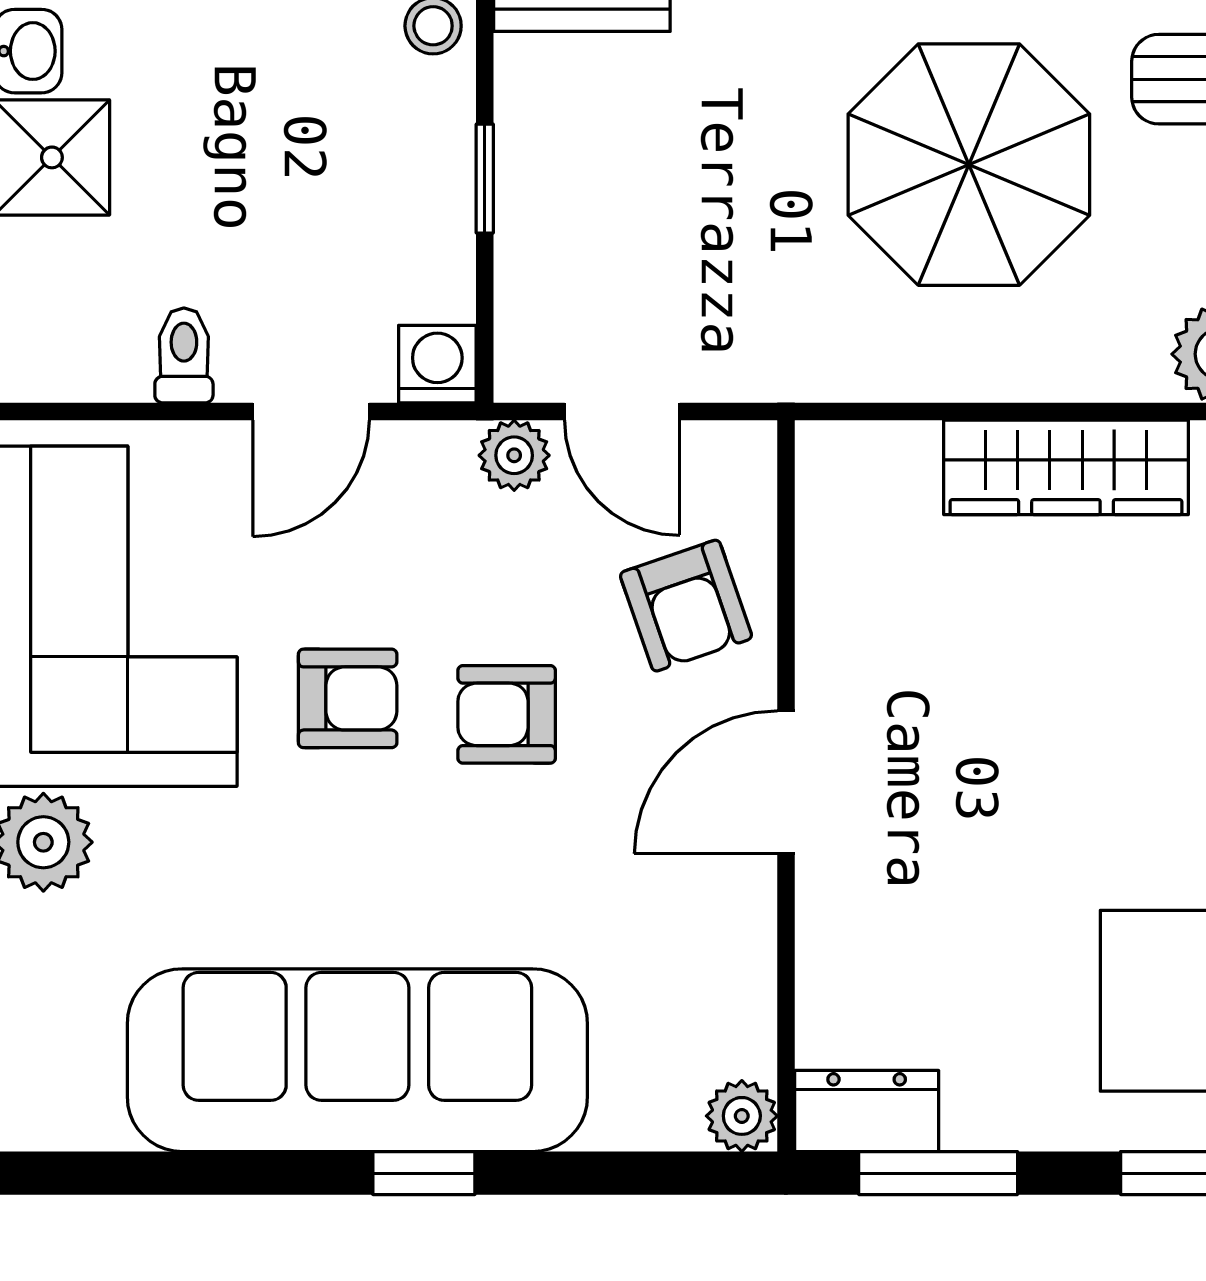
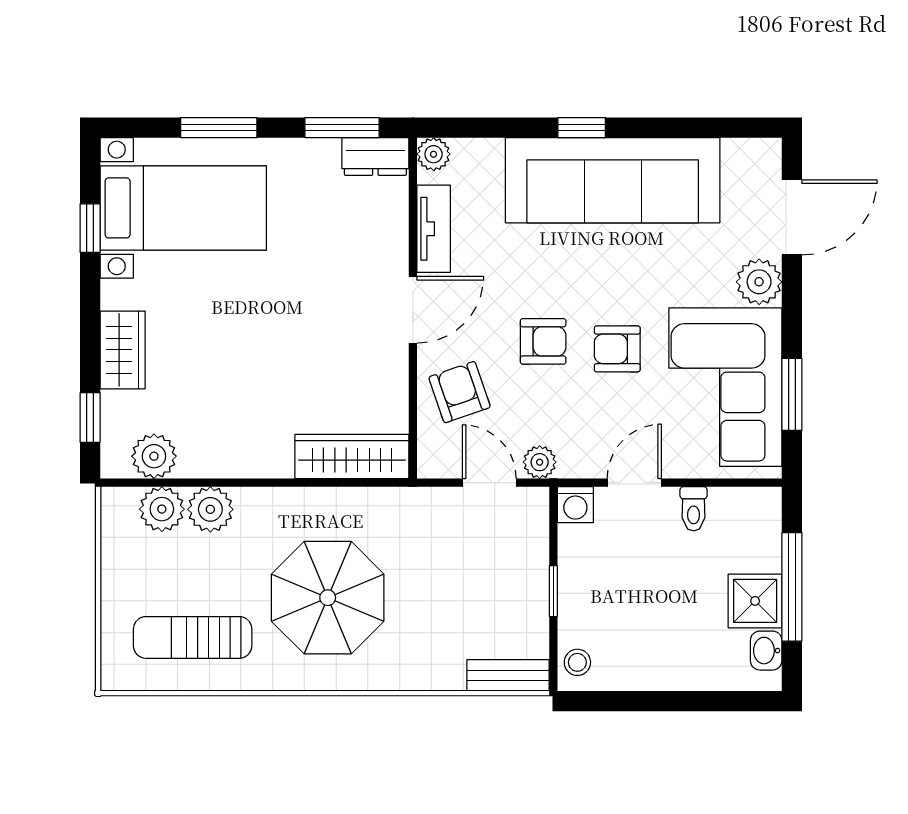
wardrobe: (1066, 467) -> (352, 457), moved
tv unit: (742, 956) -> (434, 229), added

